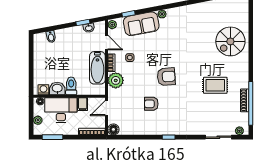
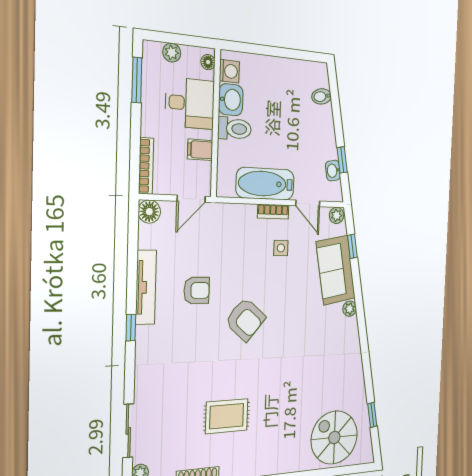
spiral stairs: (230, 41) -> (334, 437), moved
door: (106, 43) -> (308, 203), hinge flipped
armchair: (166, 77) -> (245, 319), turned -45
plant: (116, 80) -> (242, 219), removed
rug: (215, 85) -> (227, 416), turned 90
armchair: (151, 104) -> (197, 290), turned 90
door: (106, 108) -> (191, 199), swing flipped
desk: (61, 110) -> (190, 103), width x0.73
tv unit: (149, 130) -> (146, 287), added

